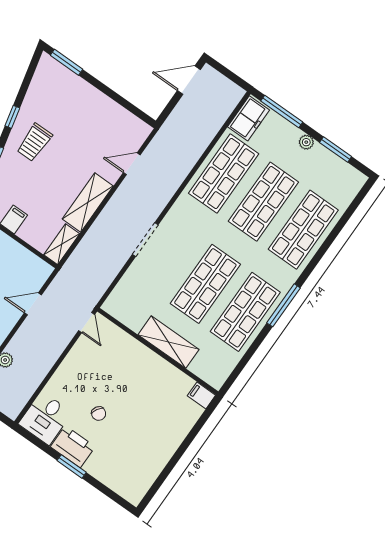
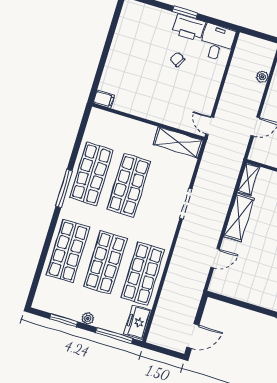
shelving: (169, 342) -> (178, 142), moved

